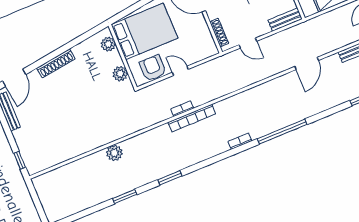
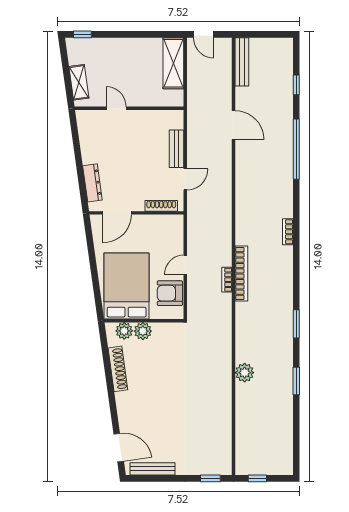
bench: (285, 20) -> (176, 149), moved
shoe rack: (56, 63) -> (118, 369), moved
plant: (120, 74) -> (143, 331), moved
window: (282, 132) -> (296, 149), moved
window: (35, 197) -> (257, 478), added

